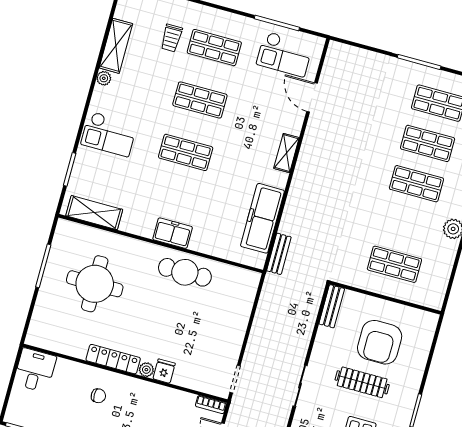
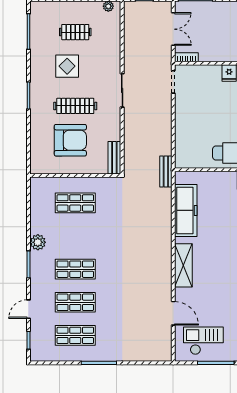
shelving: (286, 153) -> (183, 265), width x1.50, depth x1.33
bench: (279, 254) -> (166, 172), moved
armchair: (380, 342) -> (70, 140), turned 90

